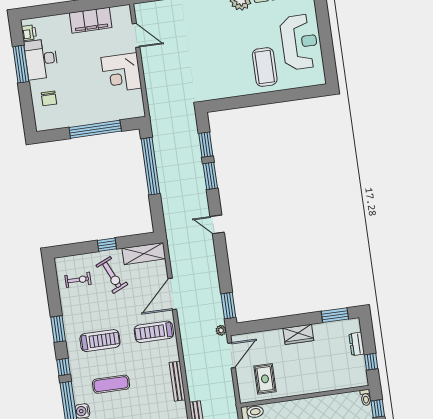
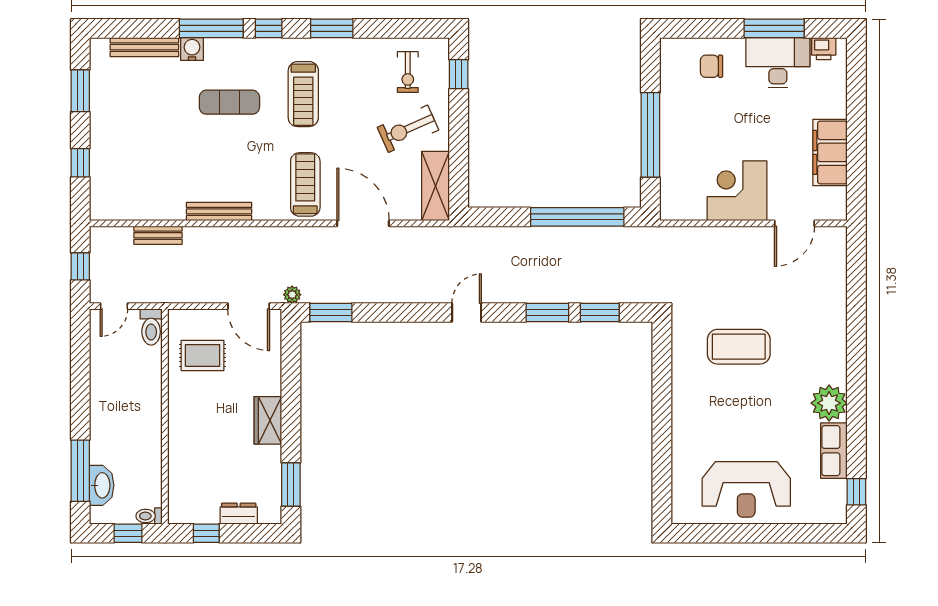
coffee table: (265, 67) -> (739, 347), moved
window: (107, 245) -> (459, 74), moved
exercise mat: (111, 384) -> (229, 102), turned 90

